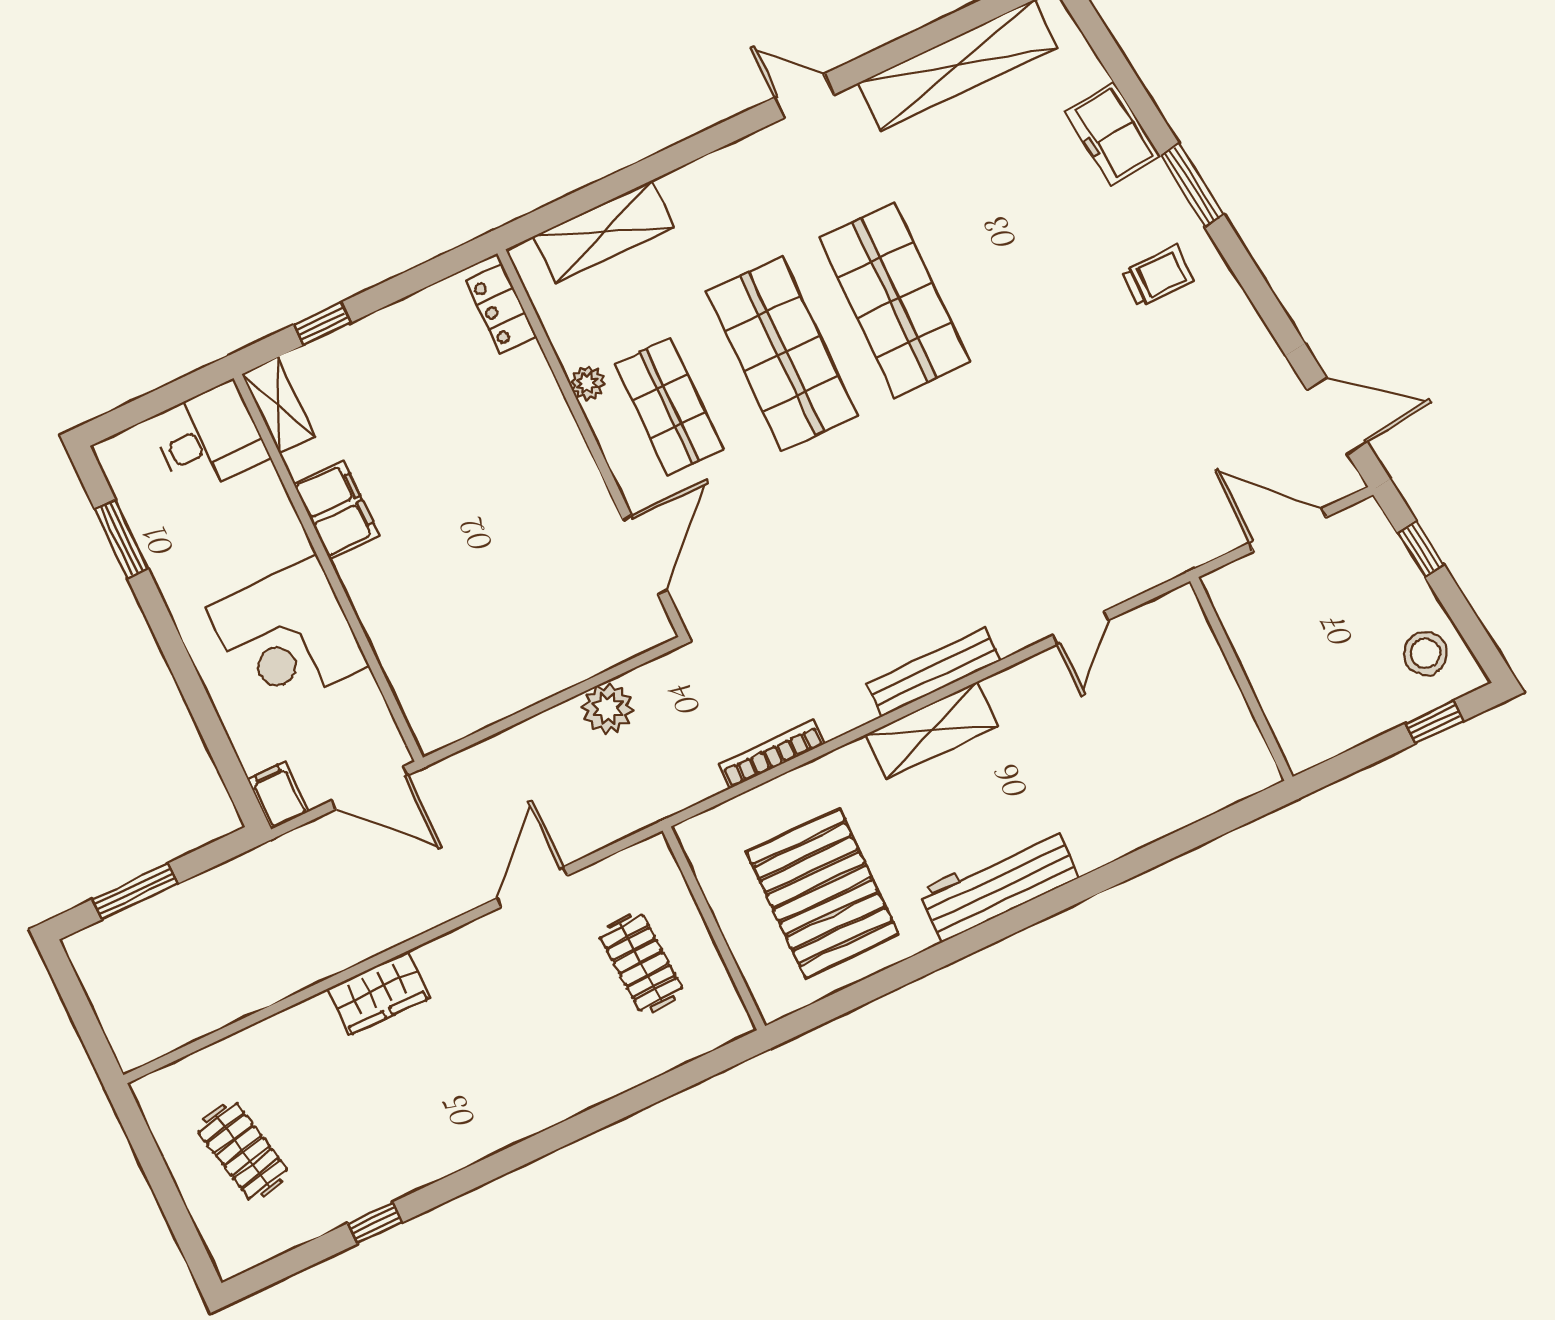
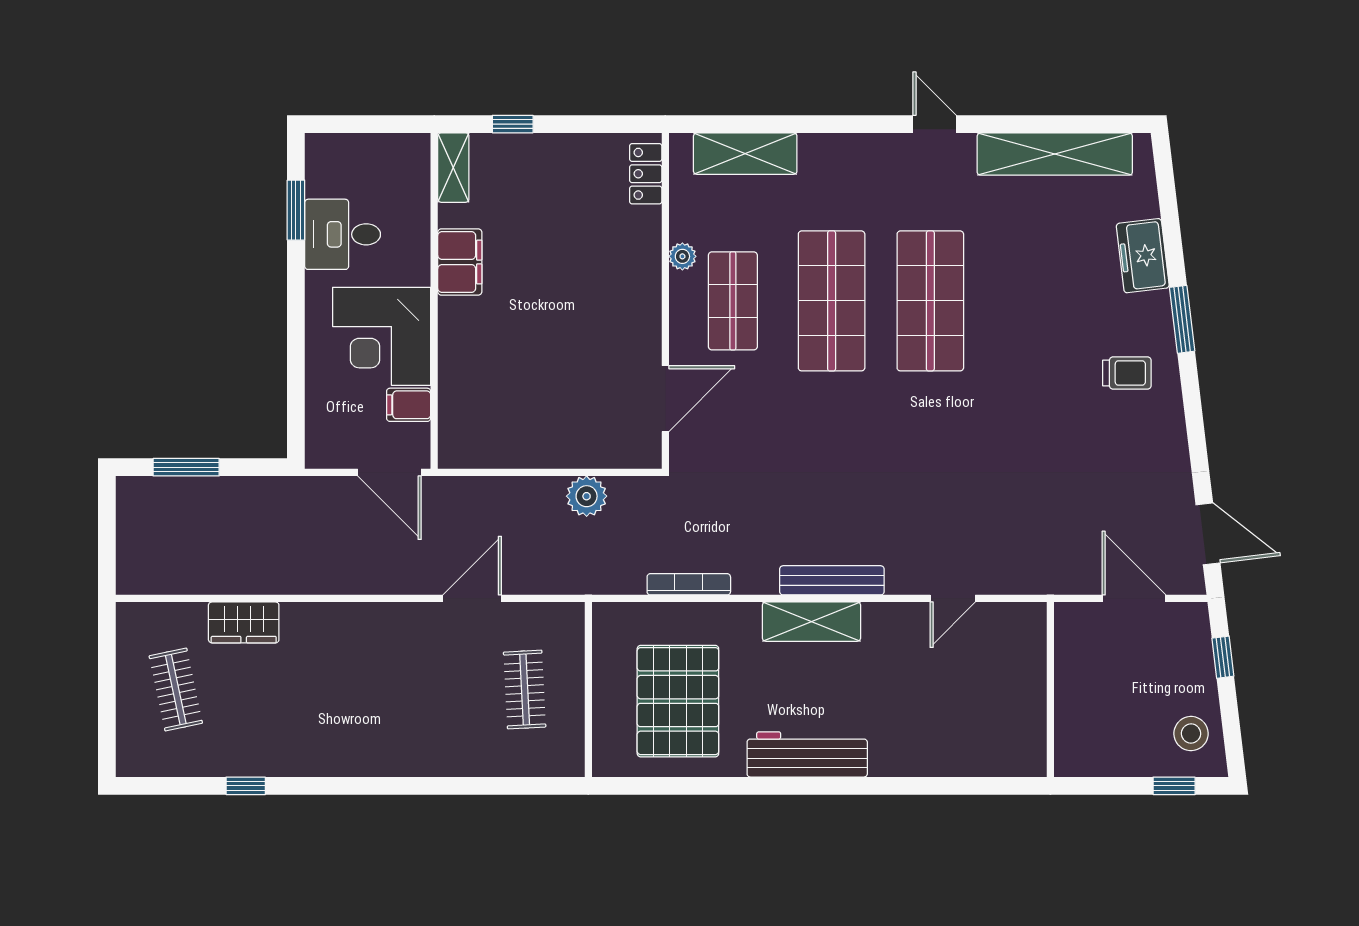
desk: (209, 438) -> (343, 234), moved, turned 180
filing cabinet: (278, 795) -> (409, 405), moved, turned -90
wardrobe: (378, 993) -> (244, 622), moved

